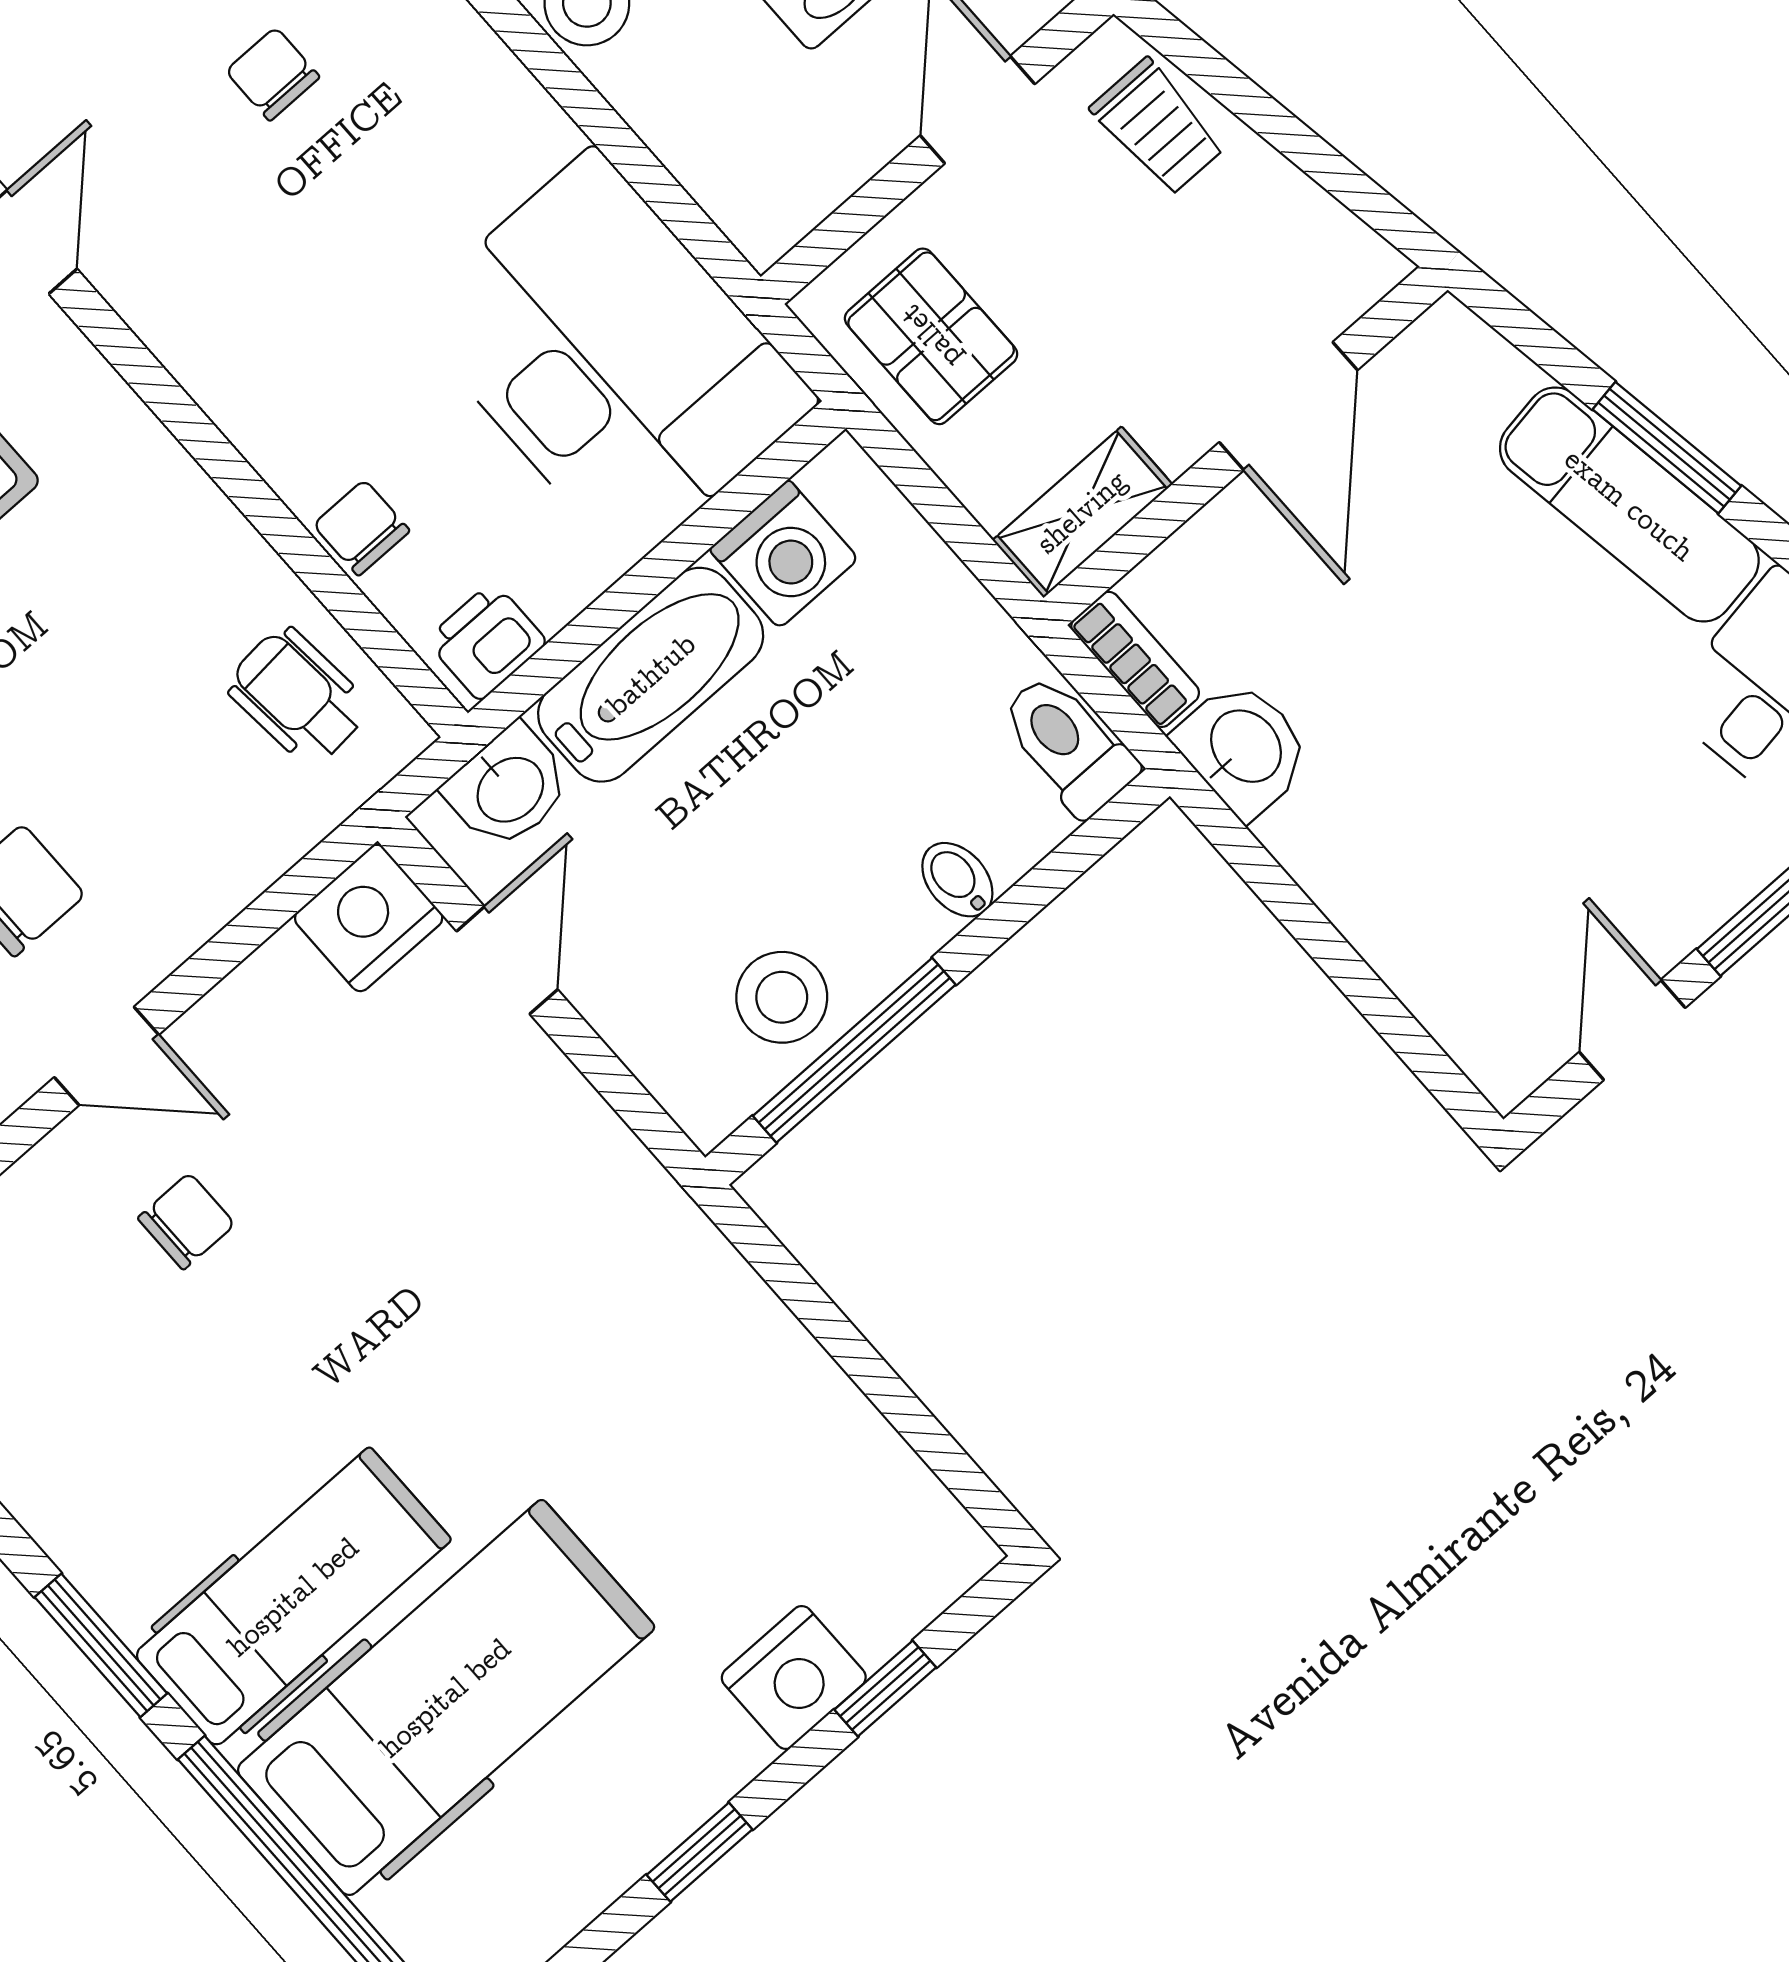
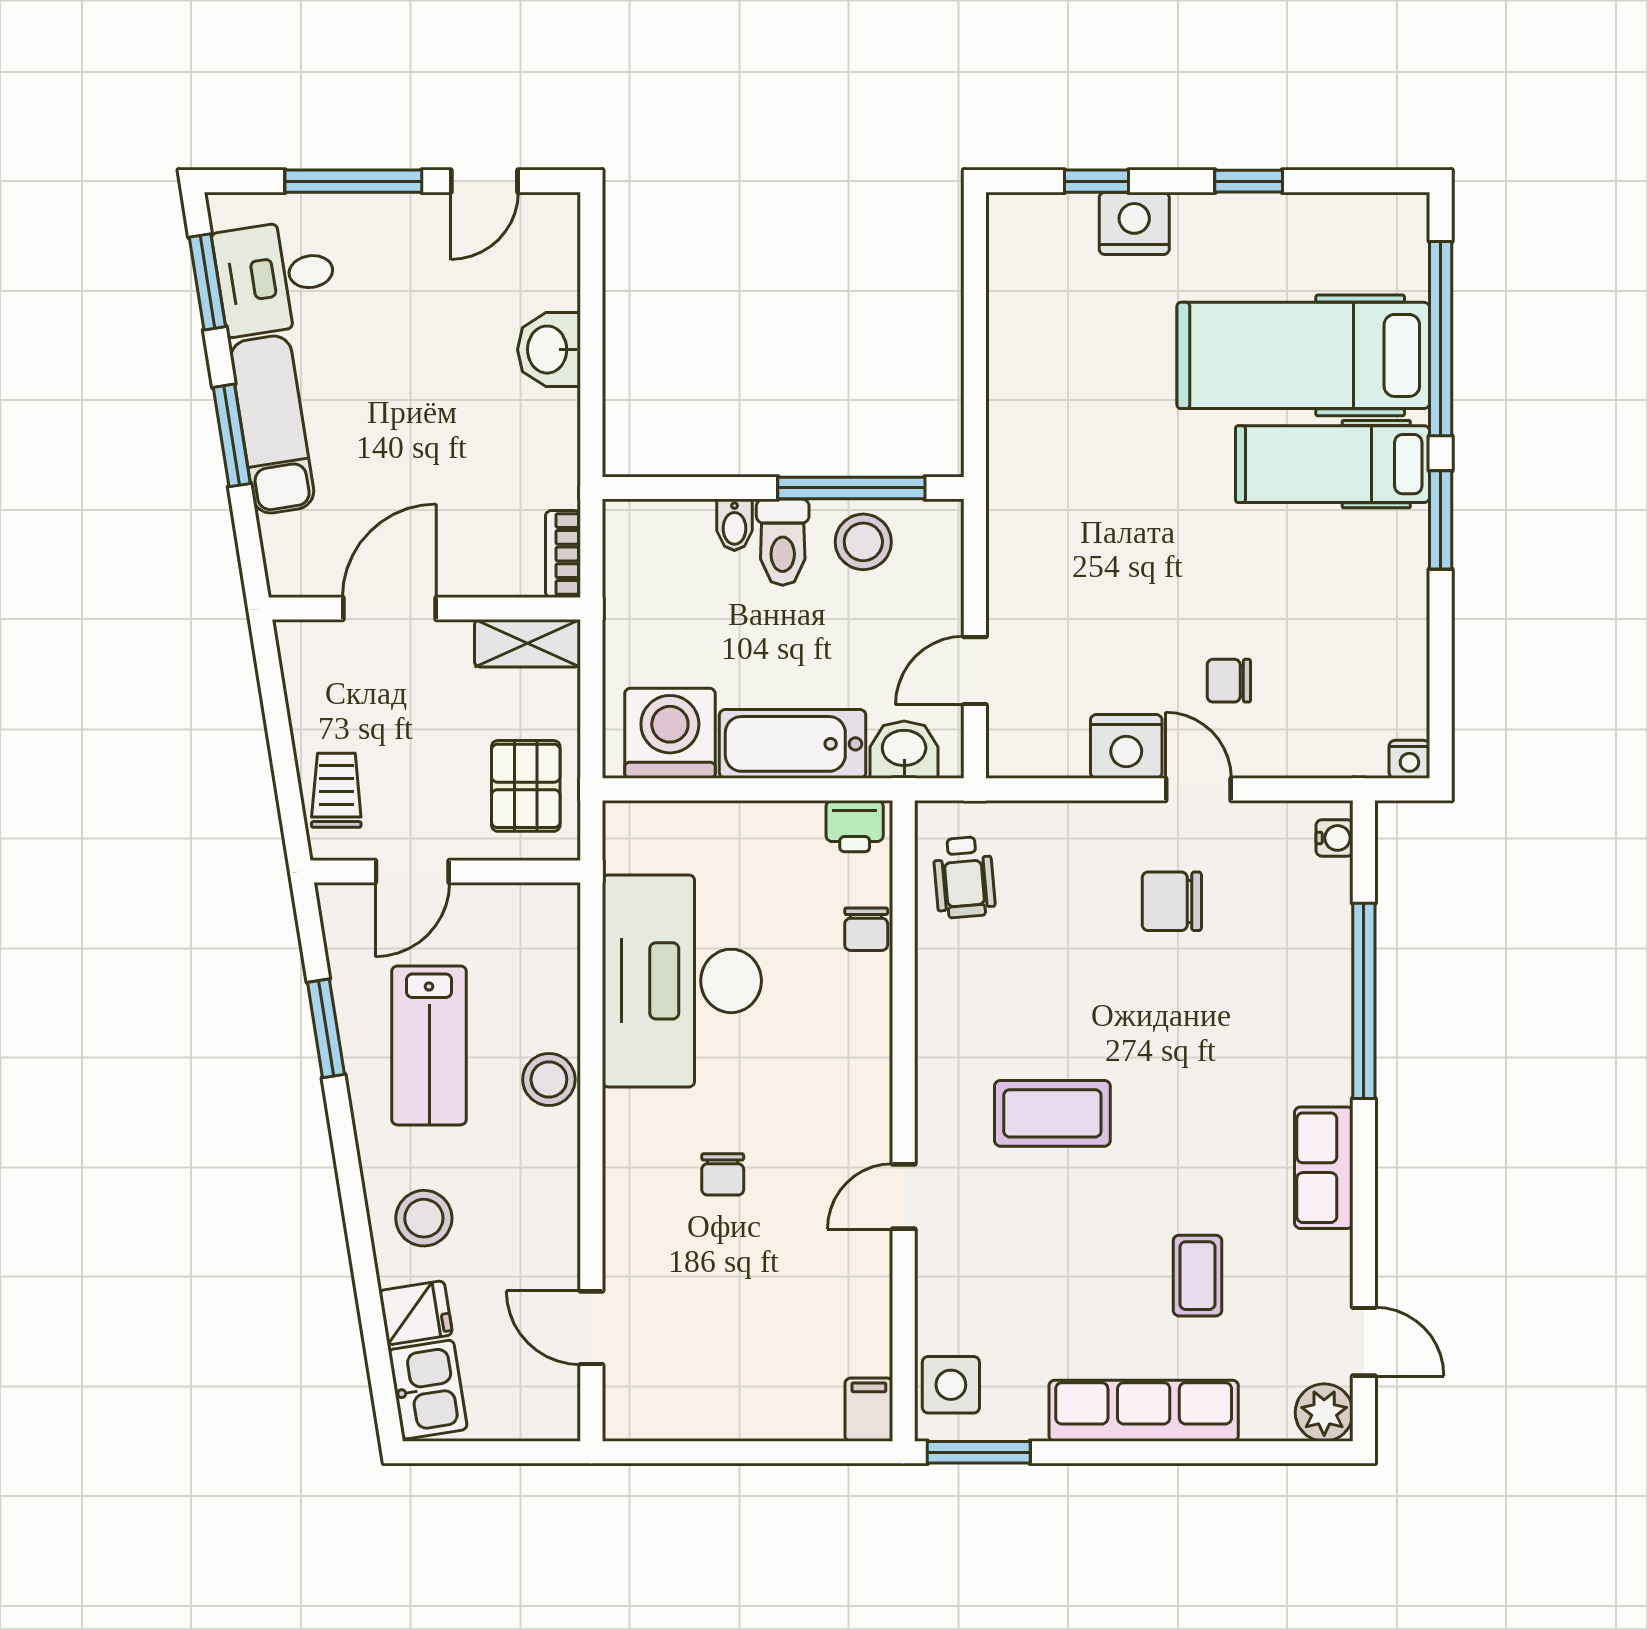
desk: (611, 357) -> (682, 981), moved
washing machine: (784, 554) -> (670, 733), width x1.37, depth x1.37
toilet: (1068, 744) -> (783, 542), moved
washbasin: (1244, 748) -> (549, 350), moved
nightstand: (369, 918) -> (1126, 746), moved

